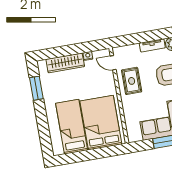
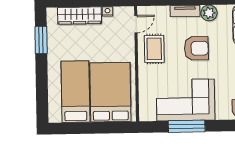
door: (113, 63) -> (136, 24), swing flipped

